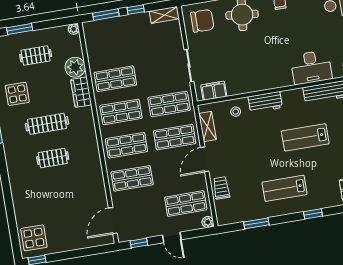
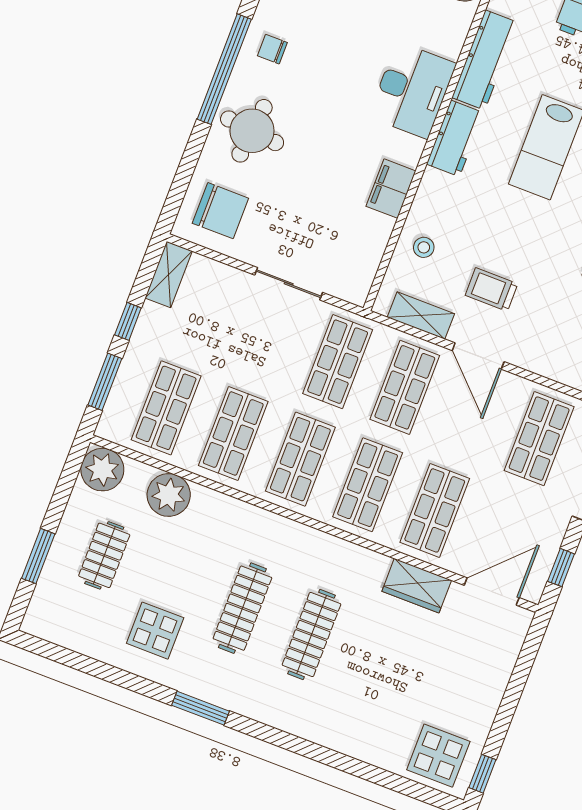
chair: (202, 21) -> (220, 211), turned 90
plant: (74, 29) -> (102, 470), width x1.88, depth x1.88
shop shelf: (110, 46) -> (166, 408), added
desk: (311, 67) -> (412, 90), moved
filing cabinet: (214, 91) -> (391, 189), moved
wardrobe: (81, 92) -> (417, 586), moved
workbench: (265, 102) -> (455, 138), moved
clothes rail: (53, 158) -> (312, 635), width x1.36
trolley: (221, 188) -> (492, 289), moved
door: (113, 221) -> (492, 591), swing flipped

